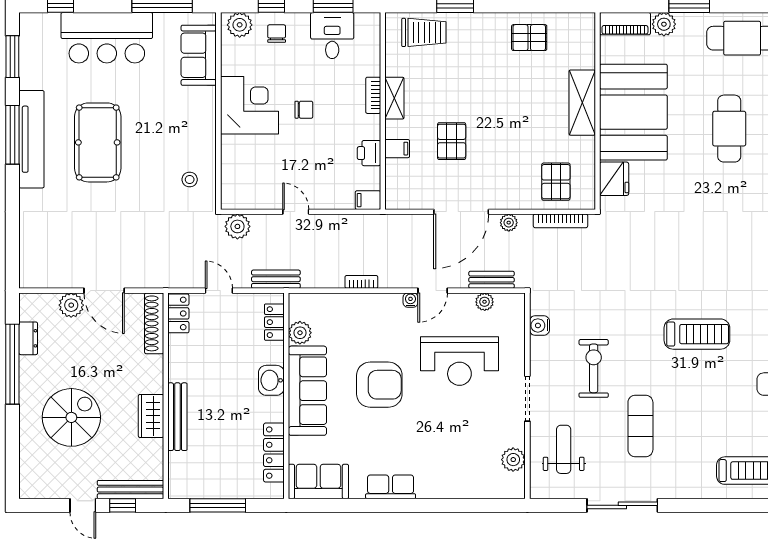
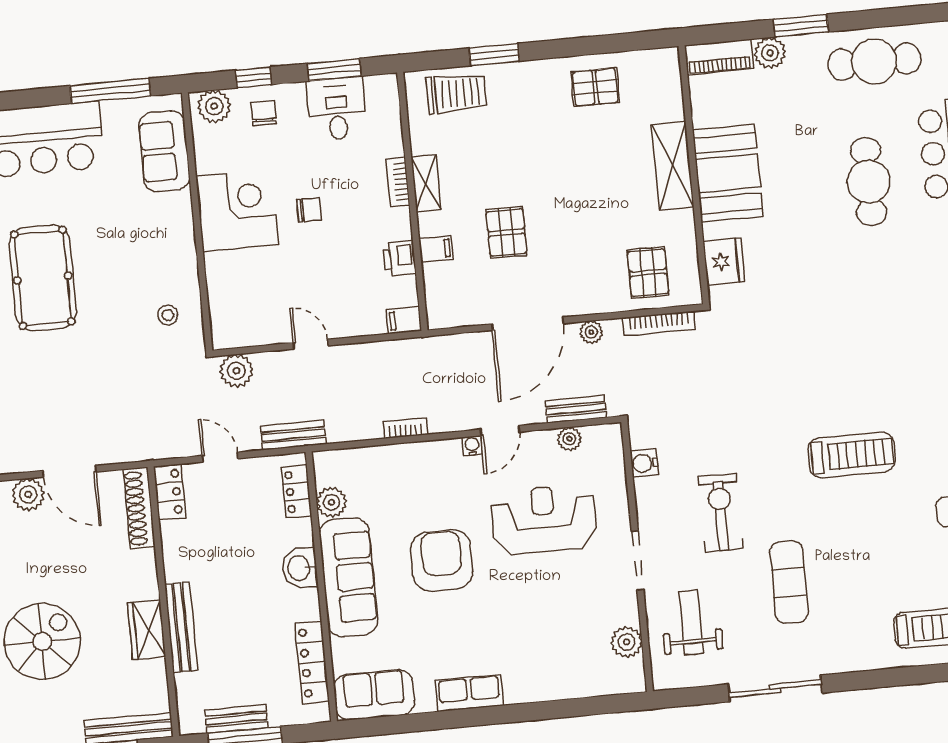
booth: (633, 112) -> (728, 173), width x0.73, depth x0.70
reception desk: (459, 361) -> (544, 520), turned 180
armchair: (379, 385) -> (442, 560), turned -90
bench: (212, 490) -> (236, 719), added

